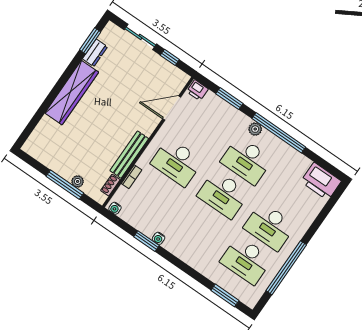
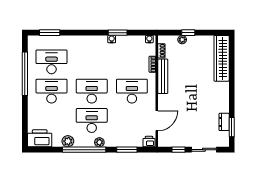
wardrobe: (72, 93) -> (222, 58), moved
plant: (291, 155) -> (68, 141), added
window: (65, 185) -> (188, 33), width x0.46

